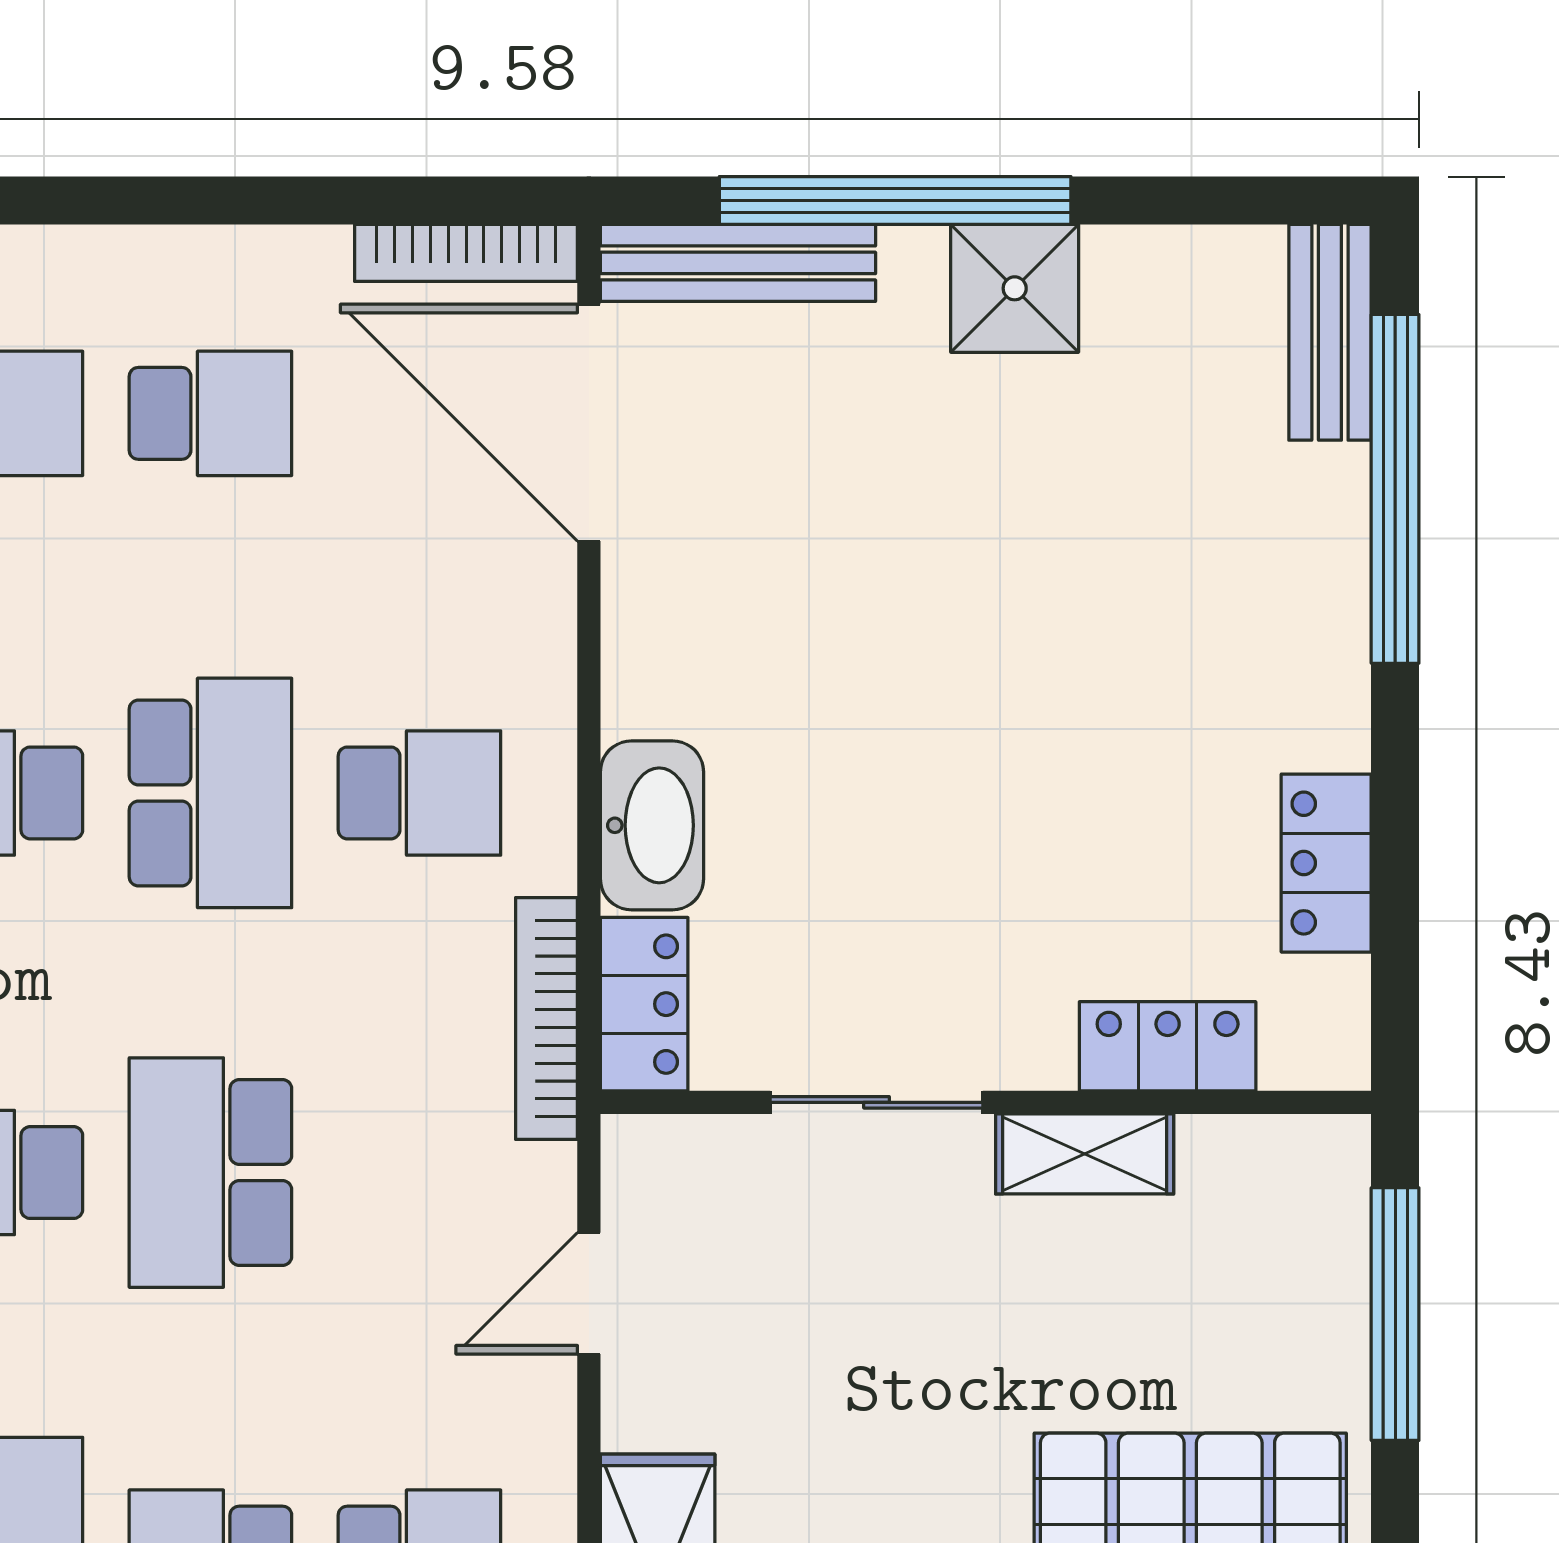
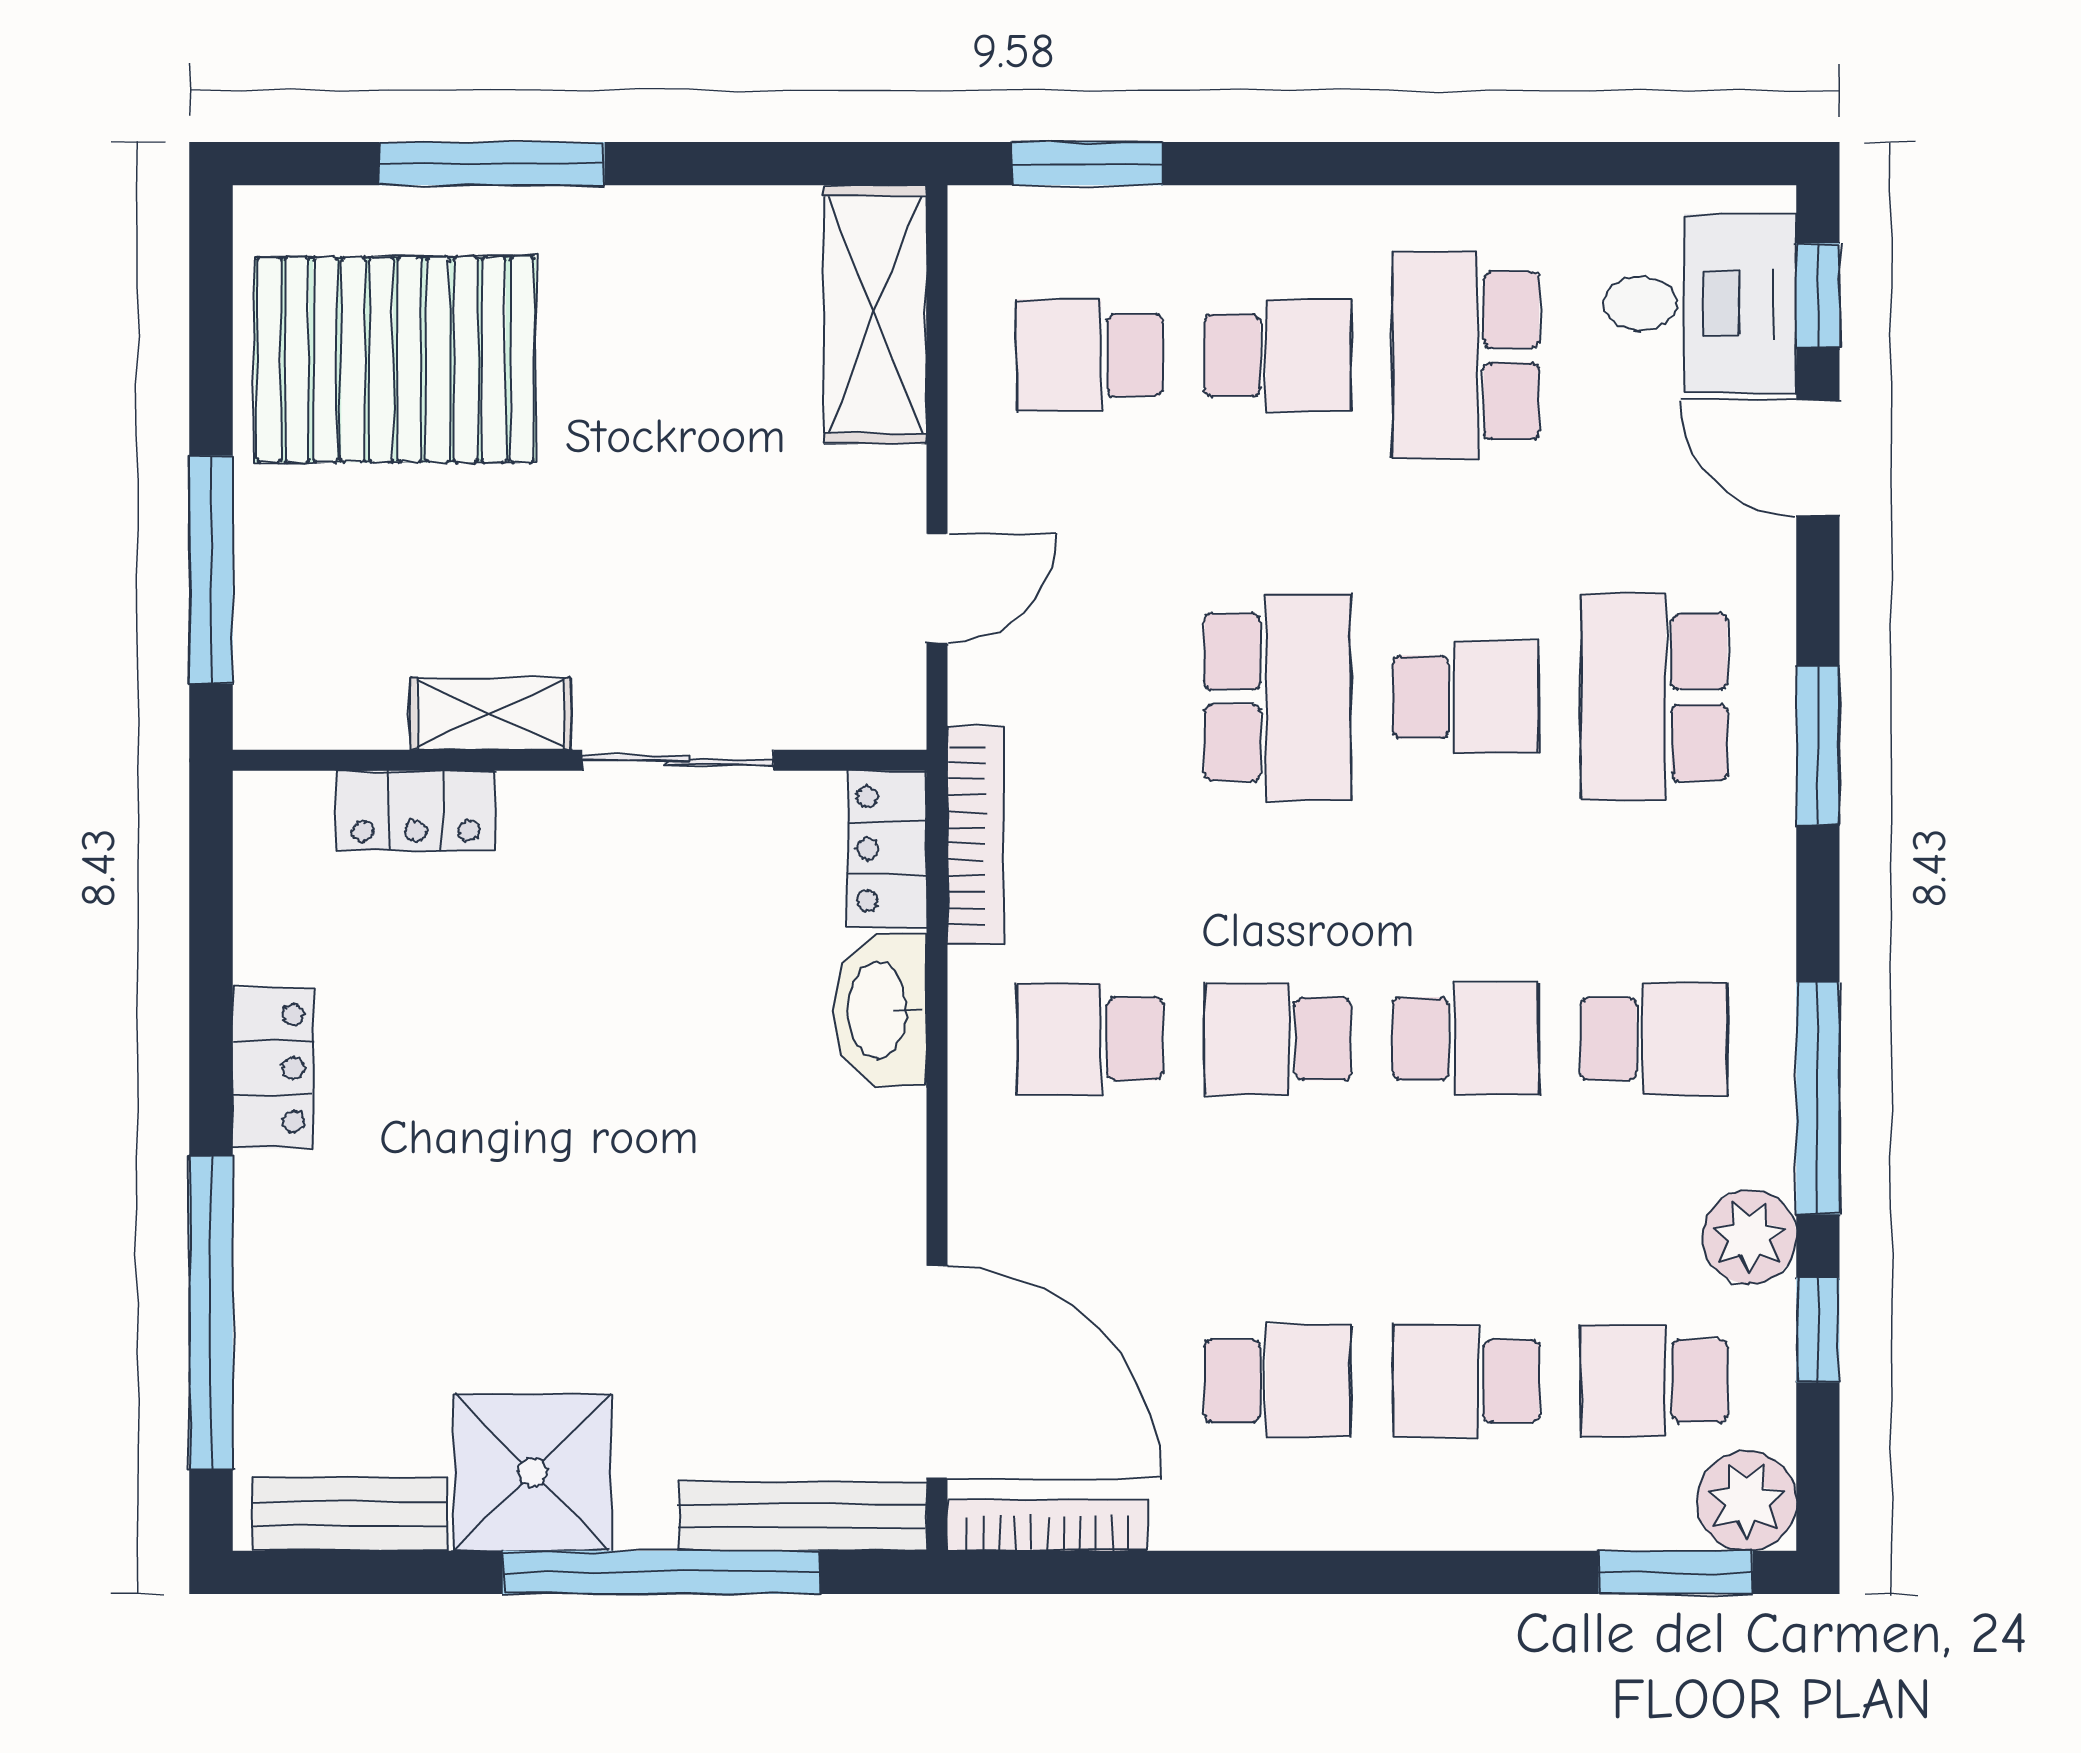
shower: (1015, 288) -> (533, 1472), width x1.36, depth x1.36
bench: (1330, 332) -> (350, 1514), moved, turned 90
school desk: (210, 413) -> (1278, 1381), turned 180
school desk: (210, 793) -> (1278, 1039), width x0.54
locker: (1326, 863) -> (273, 1068), moved

